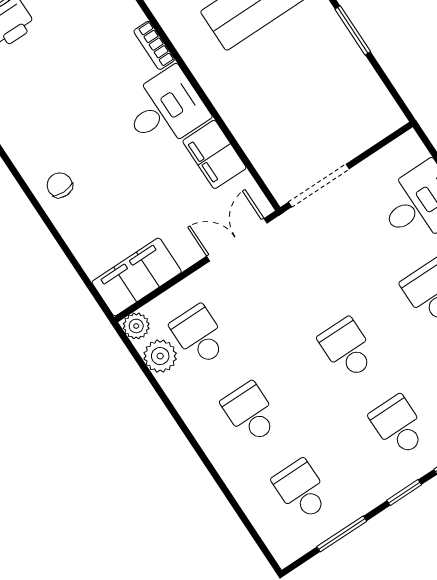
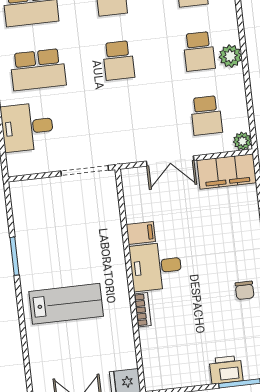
filing cabinet: (214, 154) -> (141, 233), width x0.50
chair: (60, 185) -> (245, 290), moved
double door: (237, 240) -> (170, 161), moved
plant: (160, 356) -> (230, 56), moved

